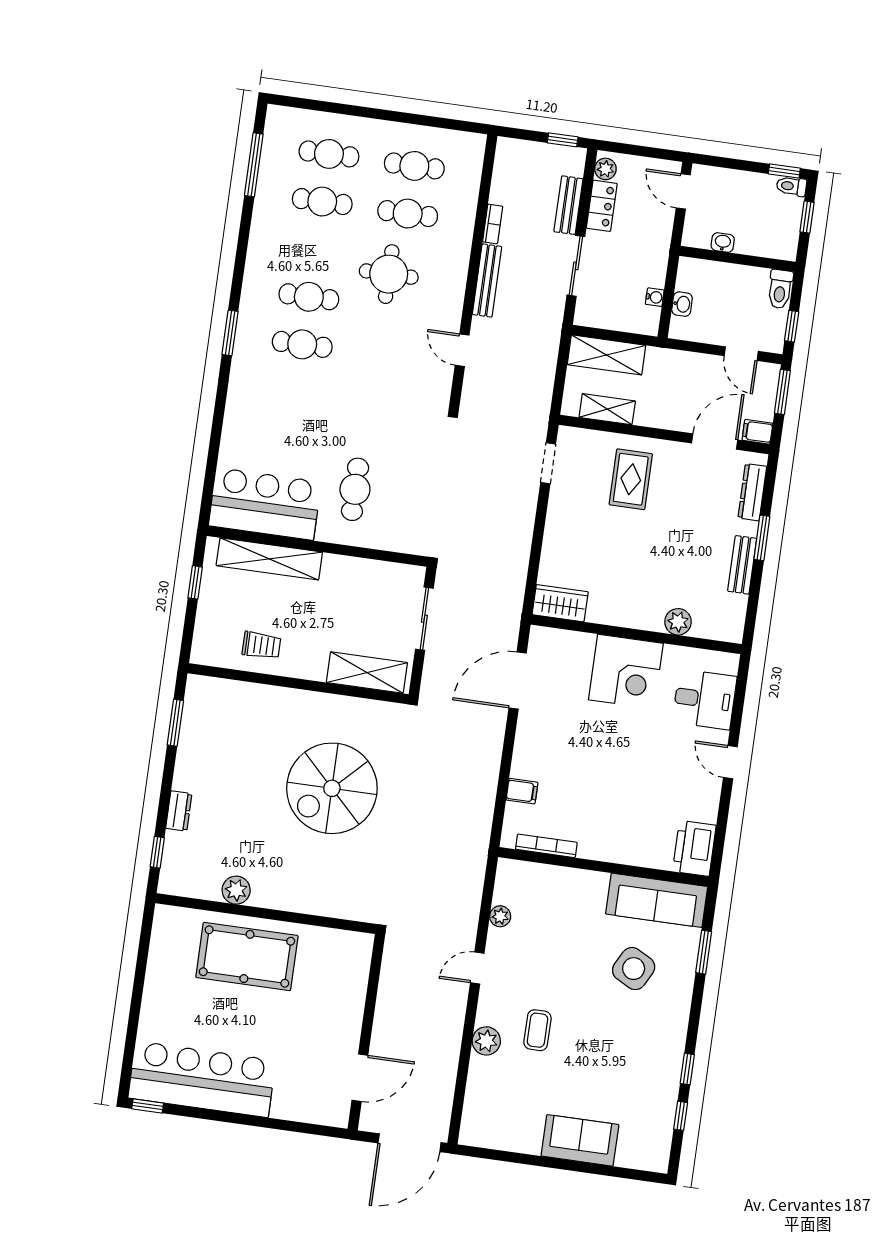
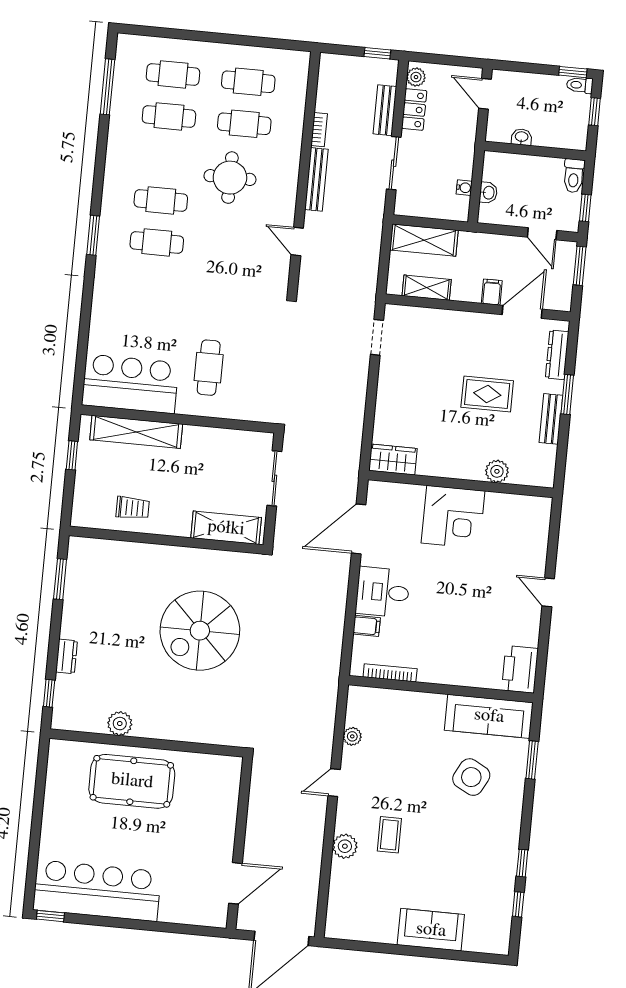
filing cabinet: (757, 432) -> (492, 292), moved, turned 90
rug: (631, 479) -> (487, 394), moved, turned 90
desk: (705, 699) -> (383, 592), moved, turned 180

